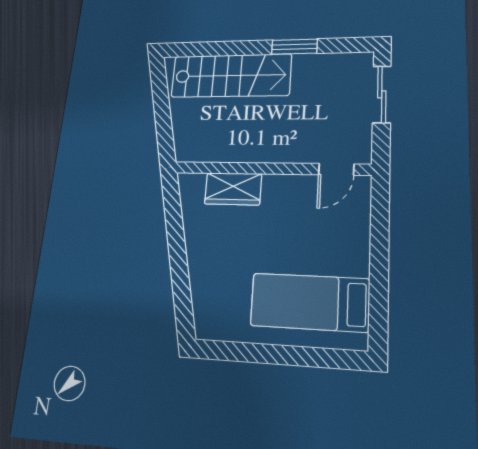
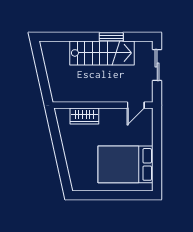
stairs: (231, 76) -> (102, 53), moved
bed: (310, 302) -> (126, 164), width x1.50

